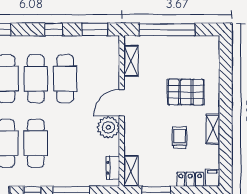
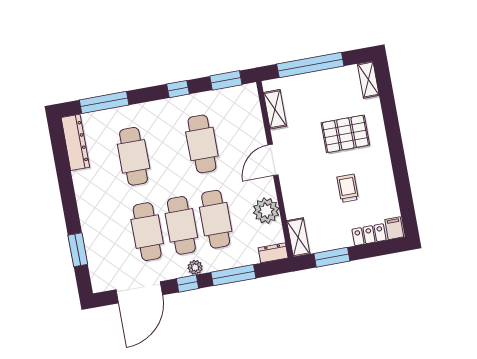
cafe table: (36, 79) -> (216, 219), moved
plant: (108, 127) -> (266, 211), moved
shelving: (213, 129) -> (368, 80), moved
dresser: (113, 168) -> (273, 253), moved, turned 90
plant: (41, 180) -> (195, 267), added

